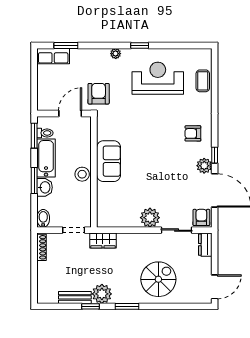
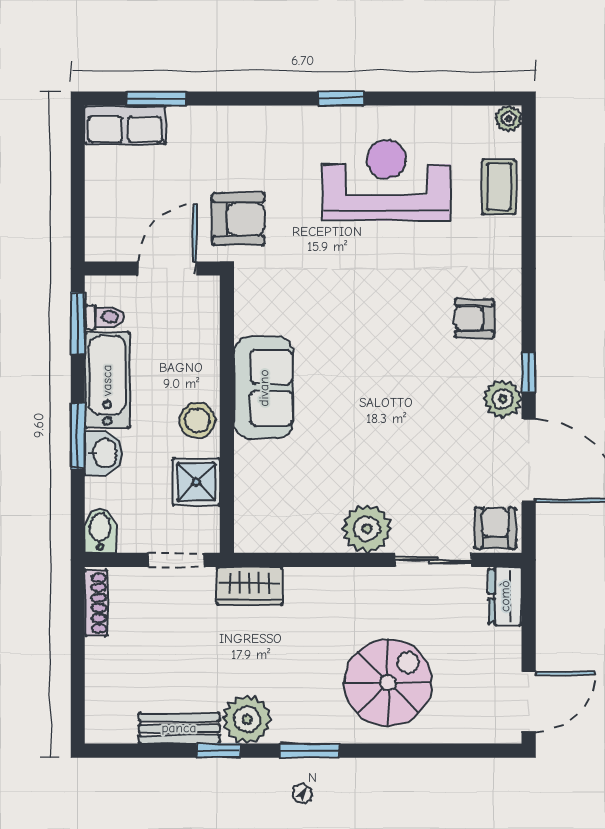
plant: (116, 54) -> (509, 119), moved
armchair: (99, 94) -> (239, 219), turned 90
shower: (82, 199) -> (196, 482), added

